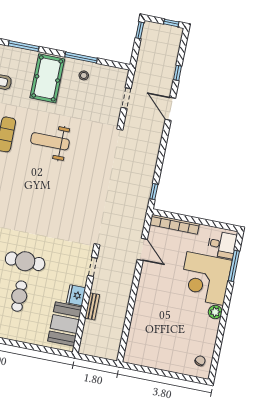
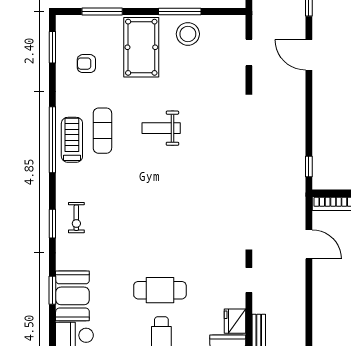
stool: (84, 75) -> (188, 34), width x1.89, depth x1.89
weight bench: (50, 141) -> (161, 128), width x0.73, depth x0.75

